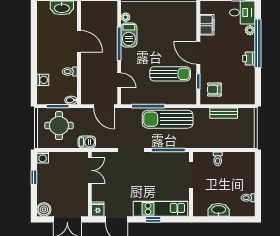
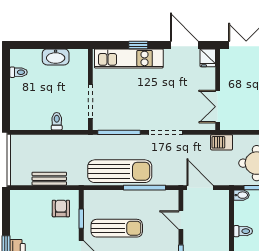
sun lounger: (170, 74) -> (117, 228), turned 180
armchair: (214, 90) -> (61, 209), turned -90

